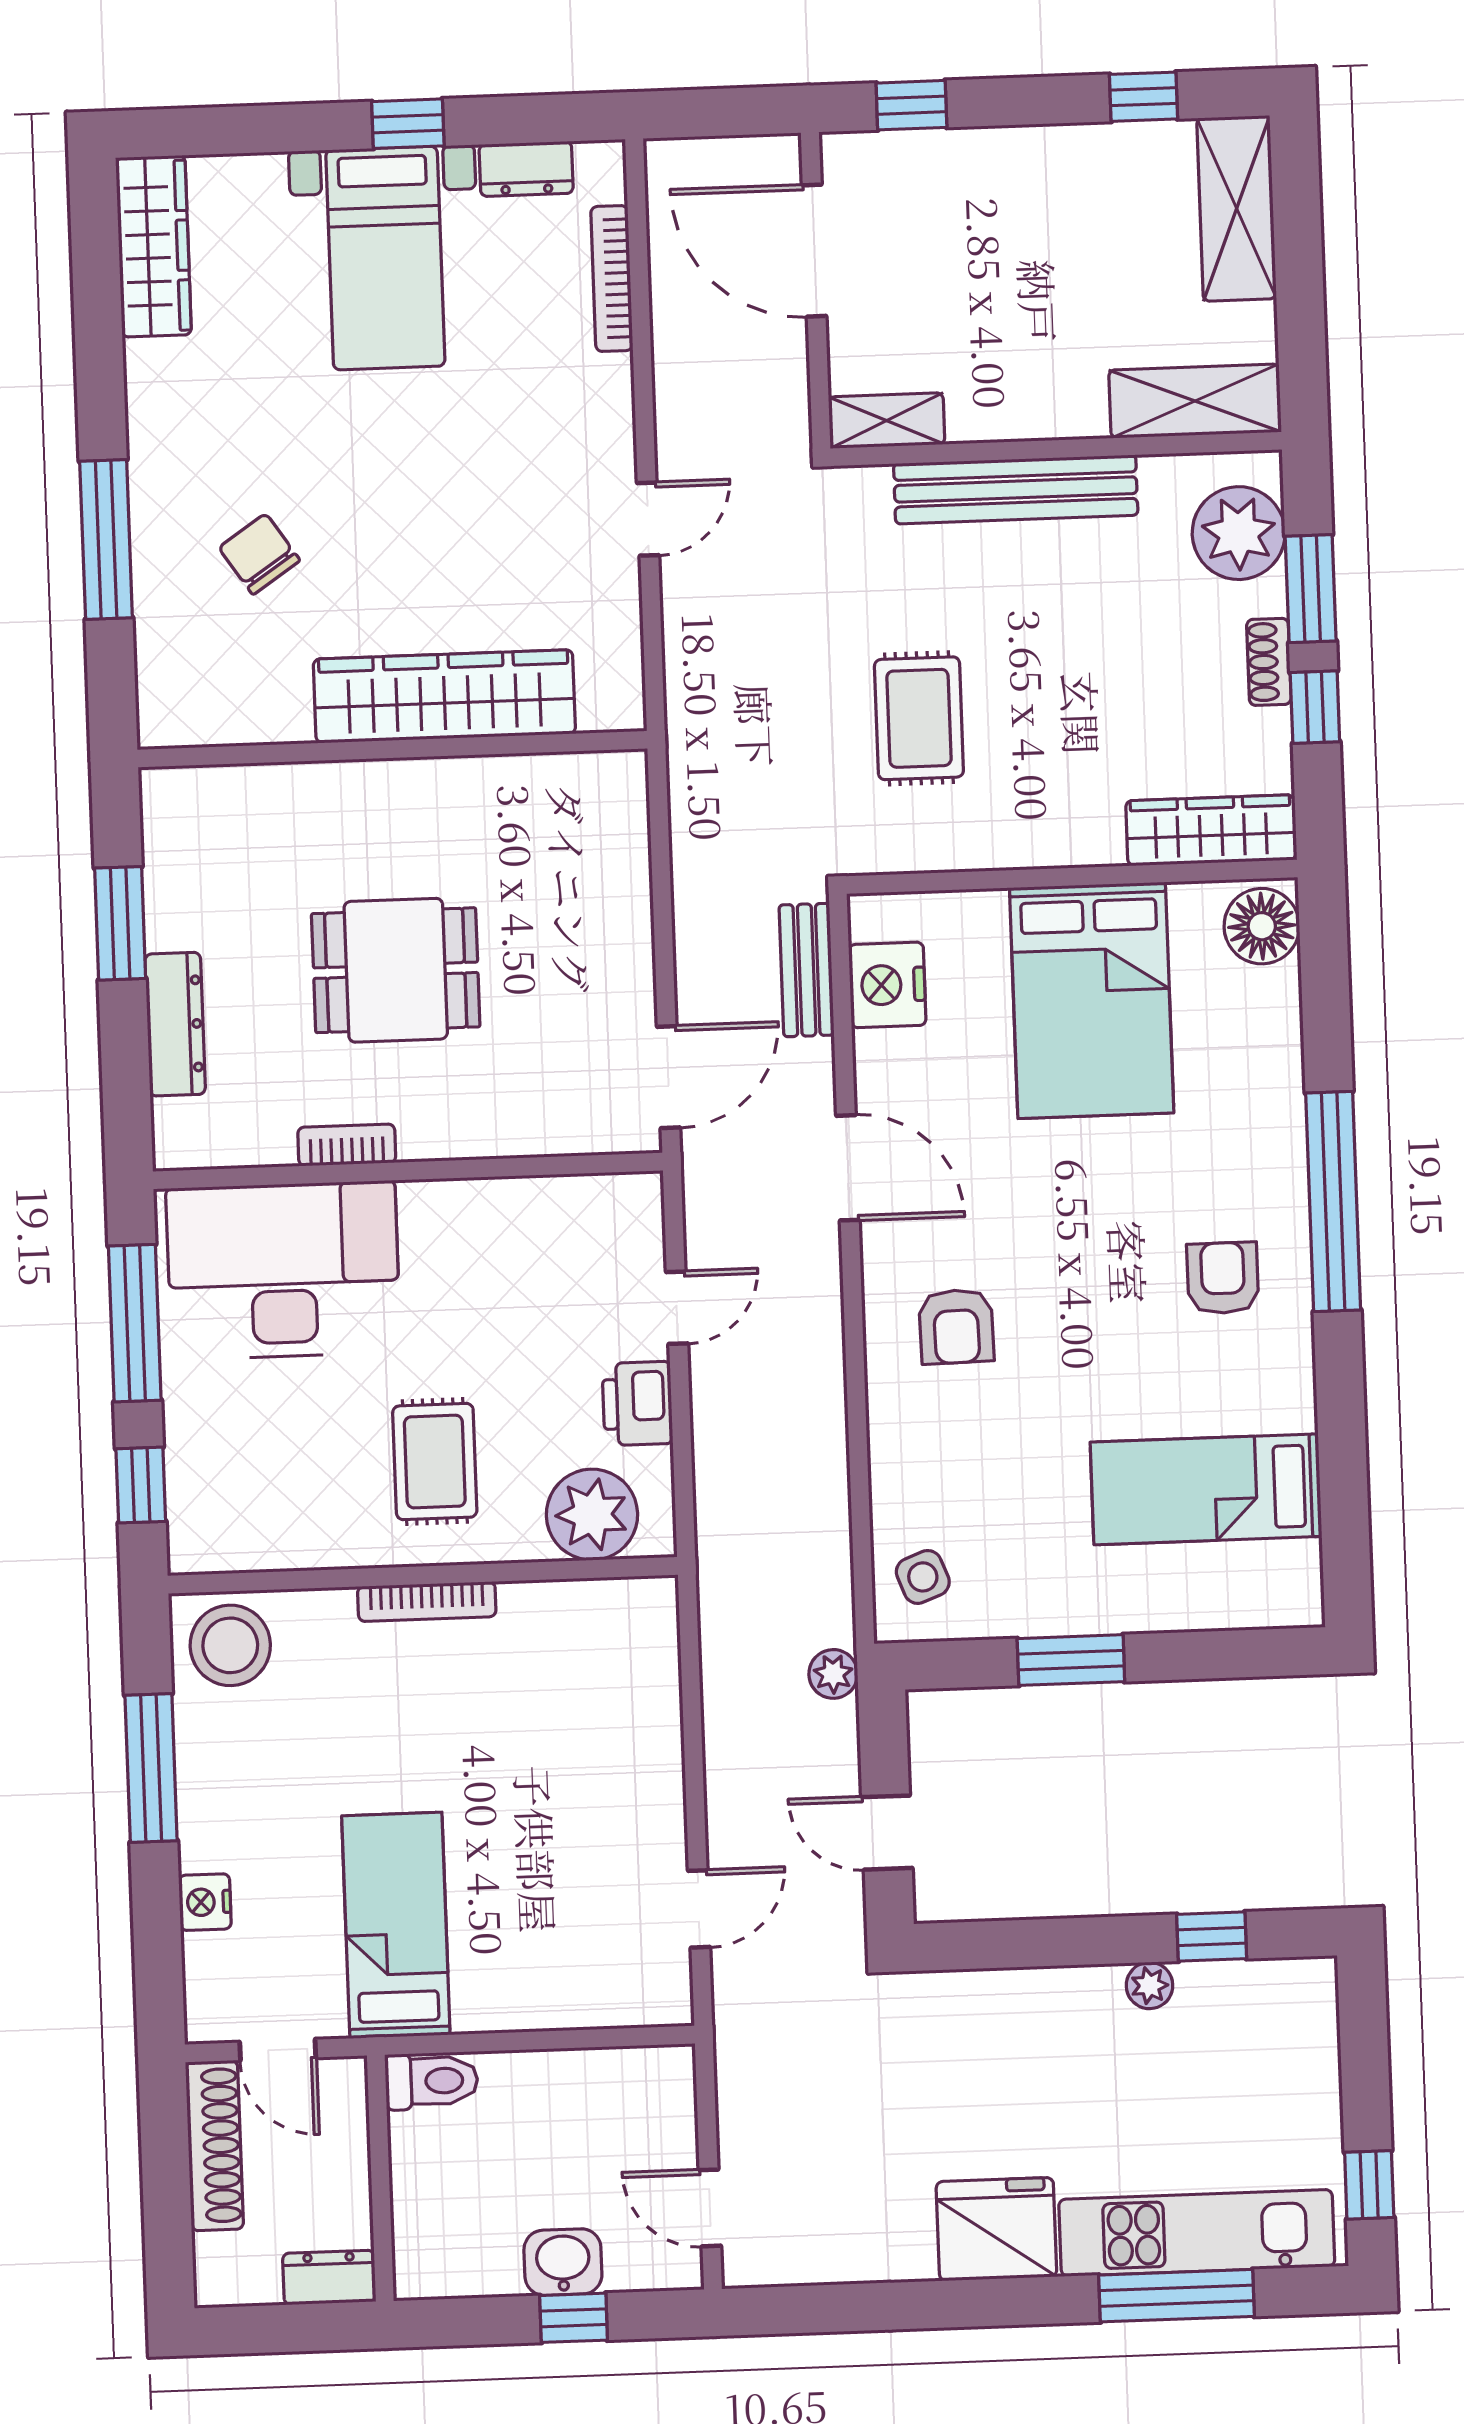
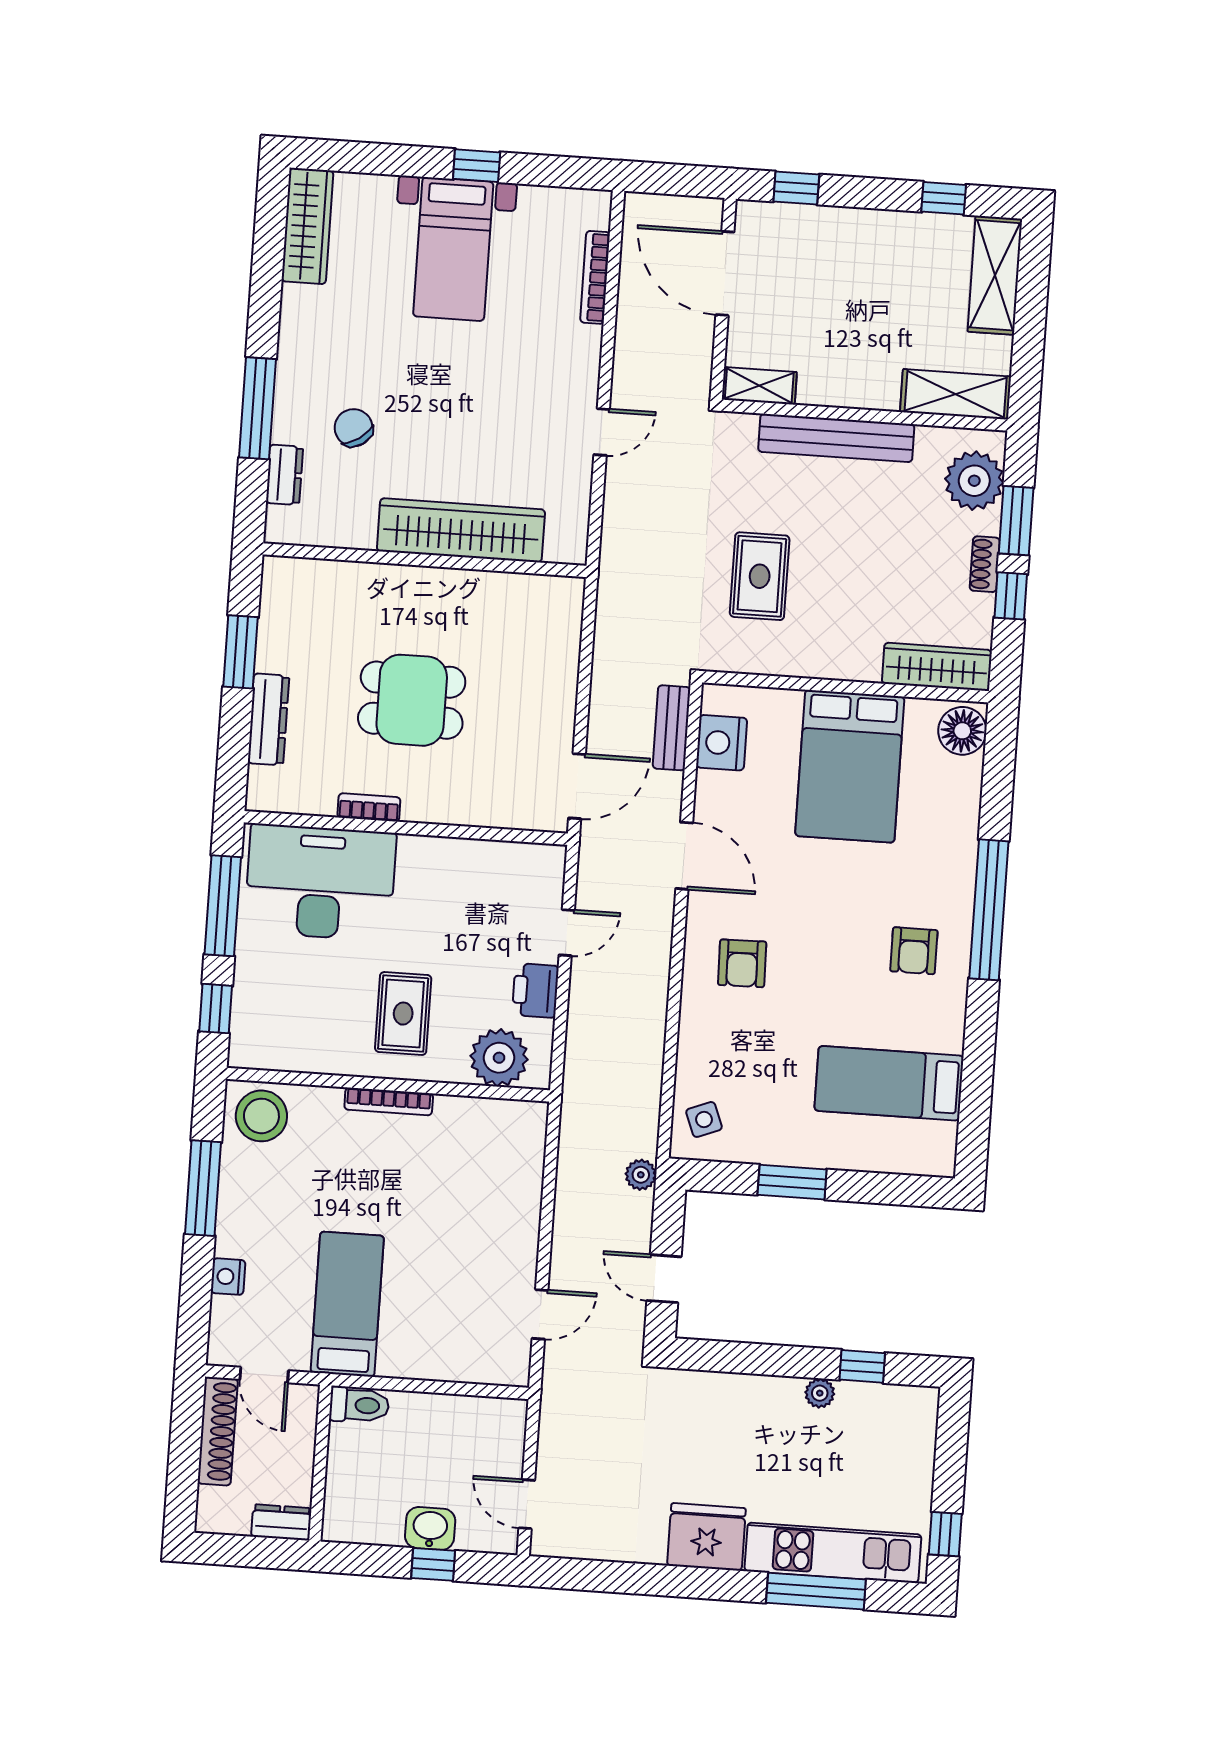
dresser: (526, 169) -> (285, 475), moved, turned -90
armchair: (1223, 1278) -> (914, 951), turned 180

